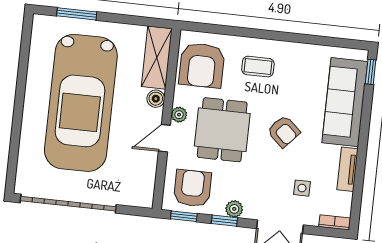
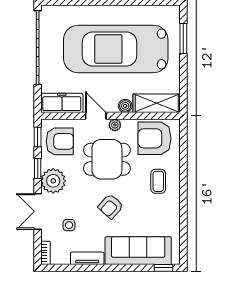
freezer: (143, 180) -> (62, 103), added
plant: (234, 209) -> (53, 181), width x1.88, depth x1.88

